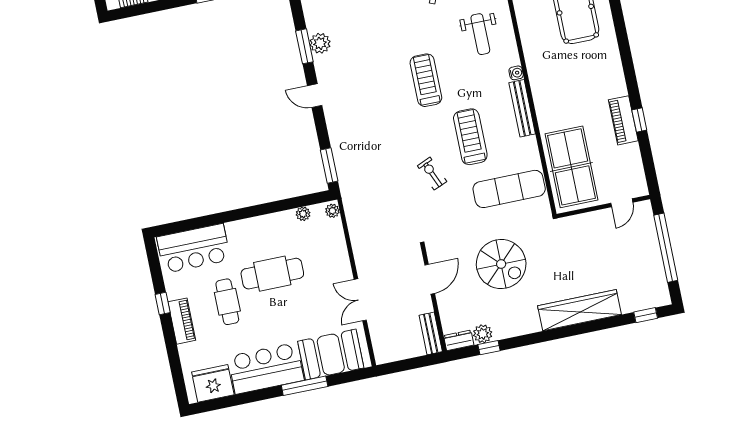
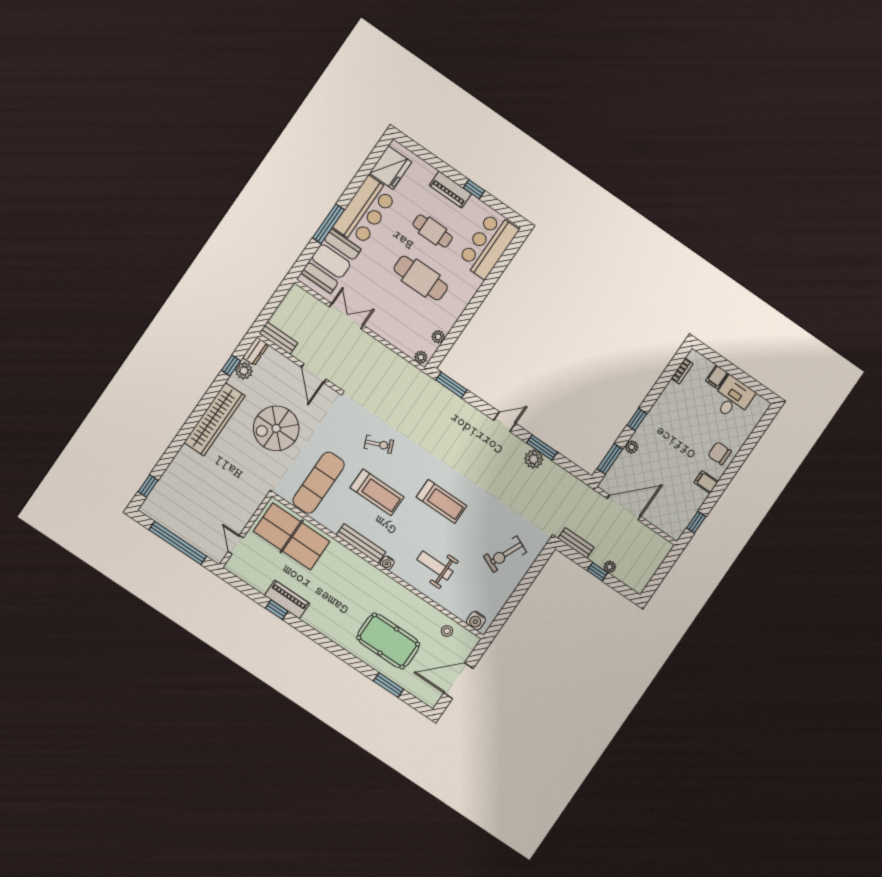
cafe table: (272, 274) -> (421, 278), turned 90
wardrobe: (579, 310) -> (215, 419), moved

